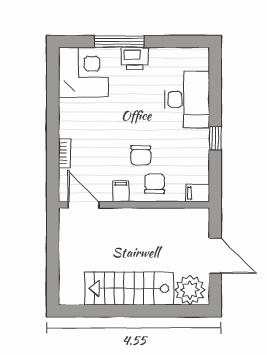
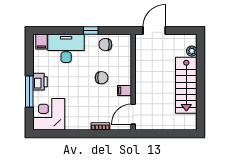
chair: (155, 184) -> (105, 45), moved
filing cabinet: (198, 193) -> (41, 42), moved
door: (215, 256) -> (154, 30), moved
plant: (190, 290) -> (192, 51), width x0.53, depth x0.53

